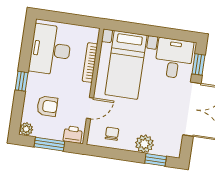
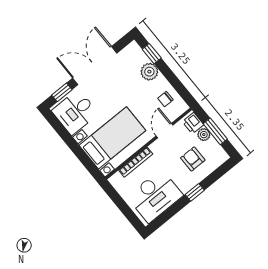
door: (90, 108) -> (164, 131), hinge flipped
plant: (26, 129) -> (204, 135), moved

